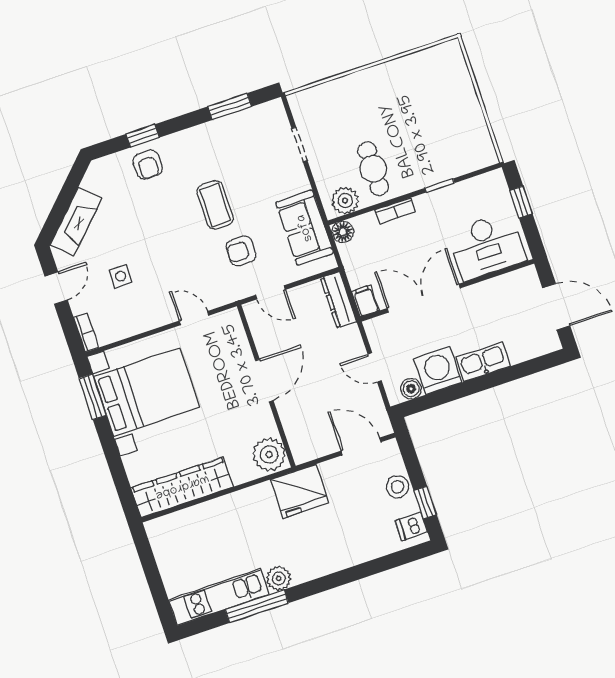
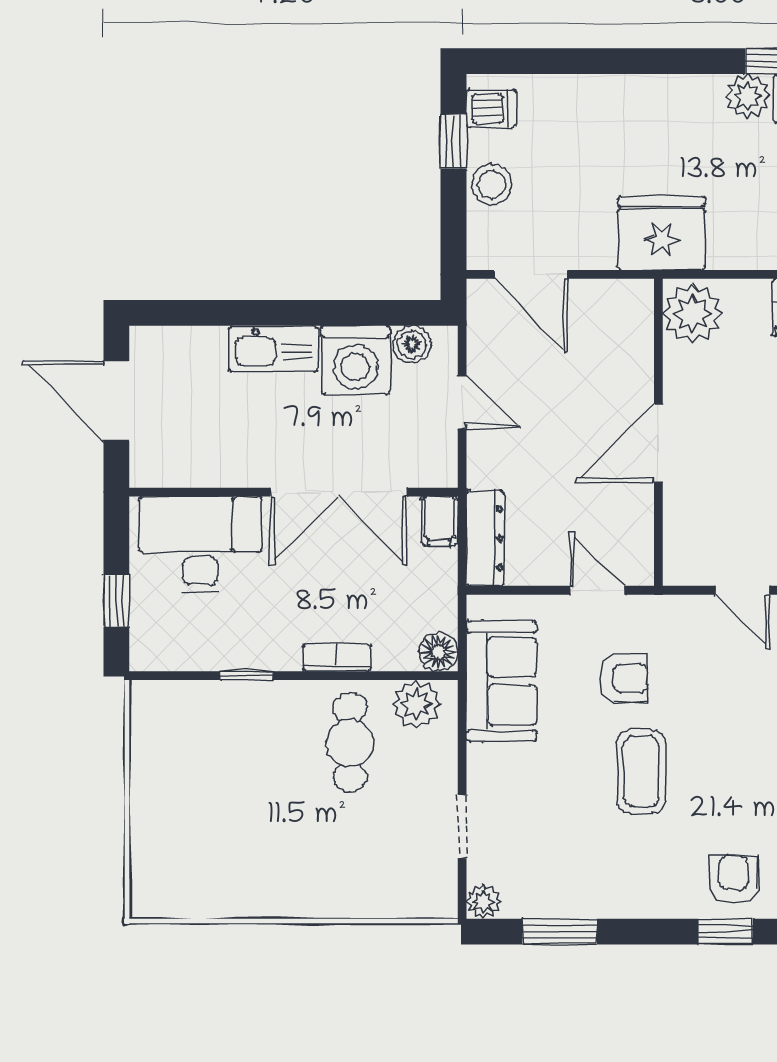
plant: (275, 109) -> (483, 902), added

